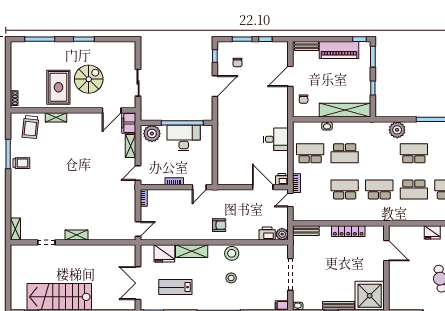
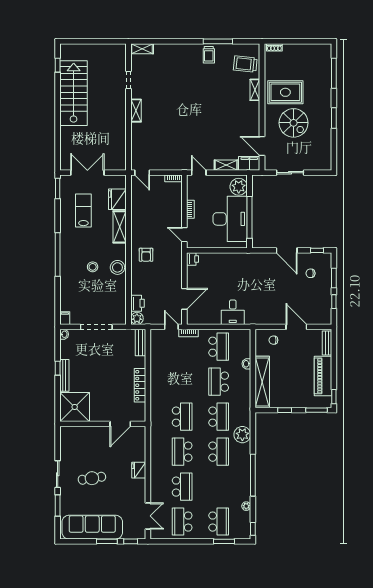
desk: (184, 138) -> (230, 219), width x1.36, depth x1.30
printer: (282, 179) -> (192, 259), moved
school desk: (345, 189) -> (219, 417), moved

